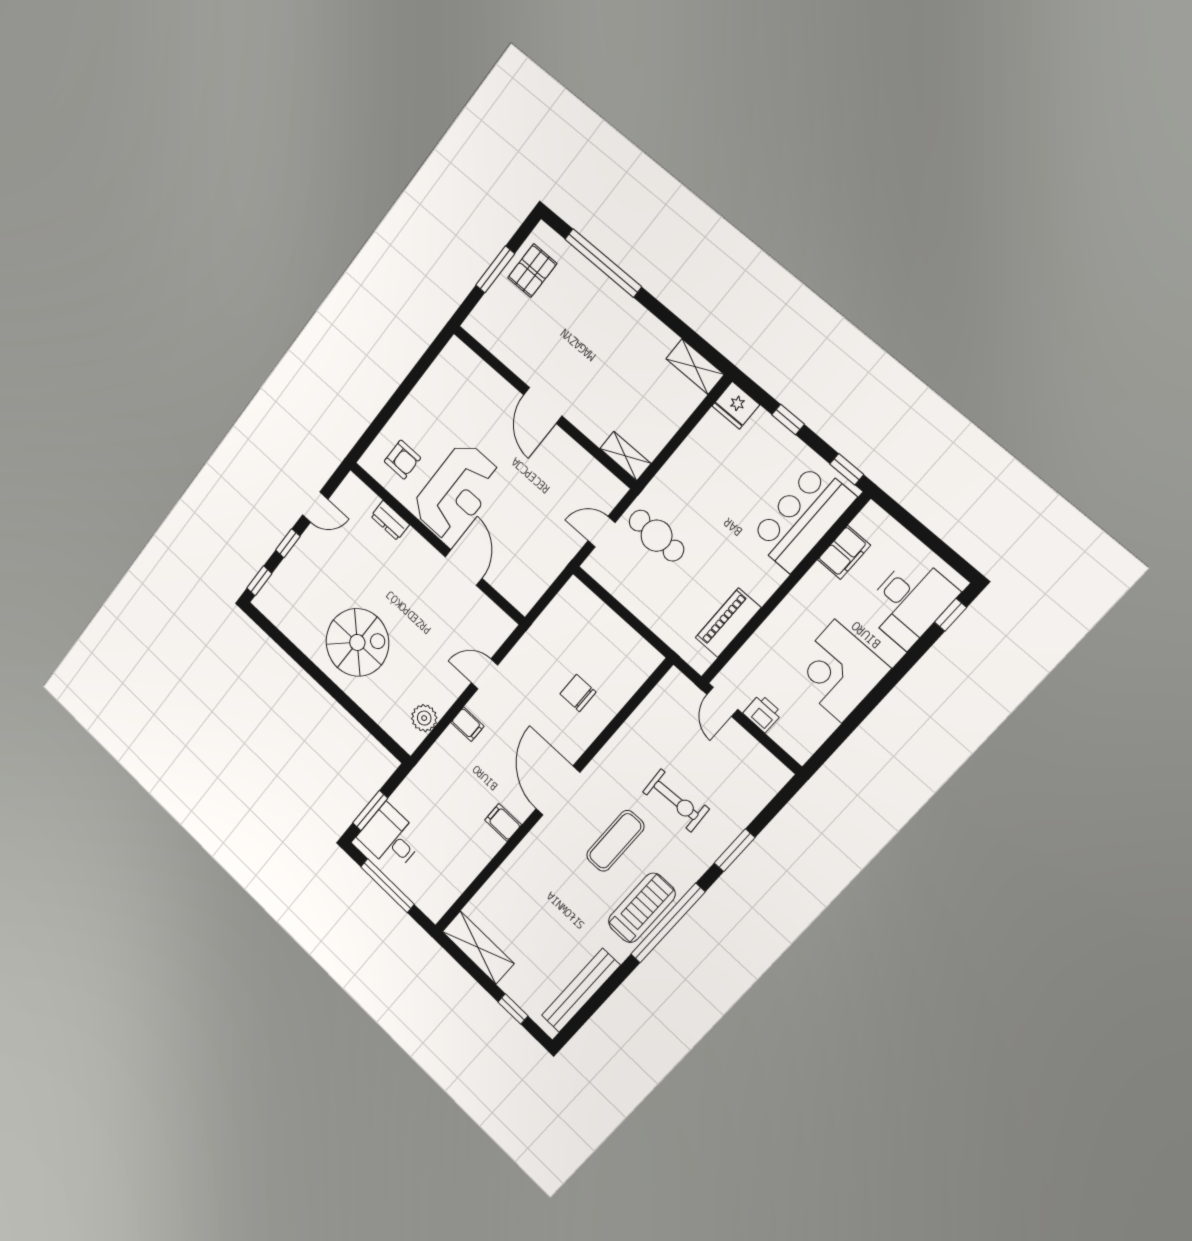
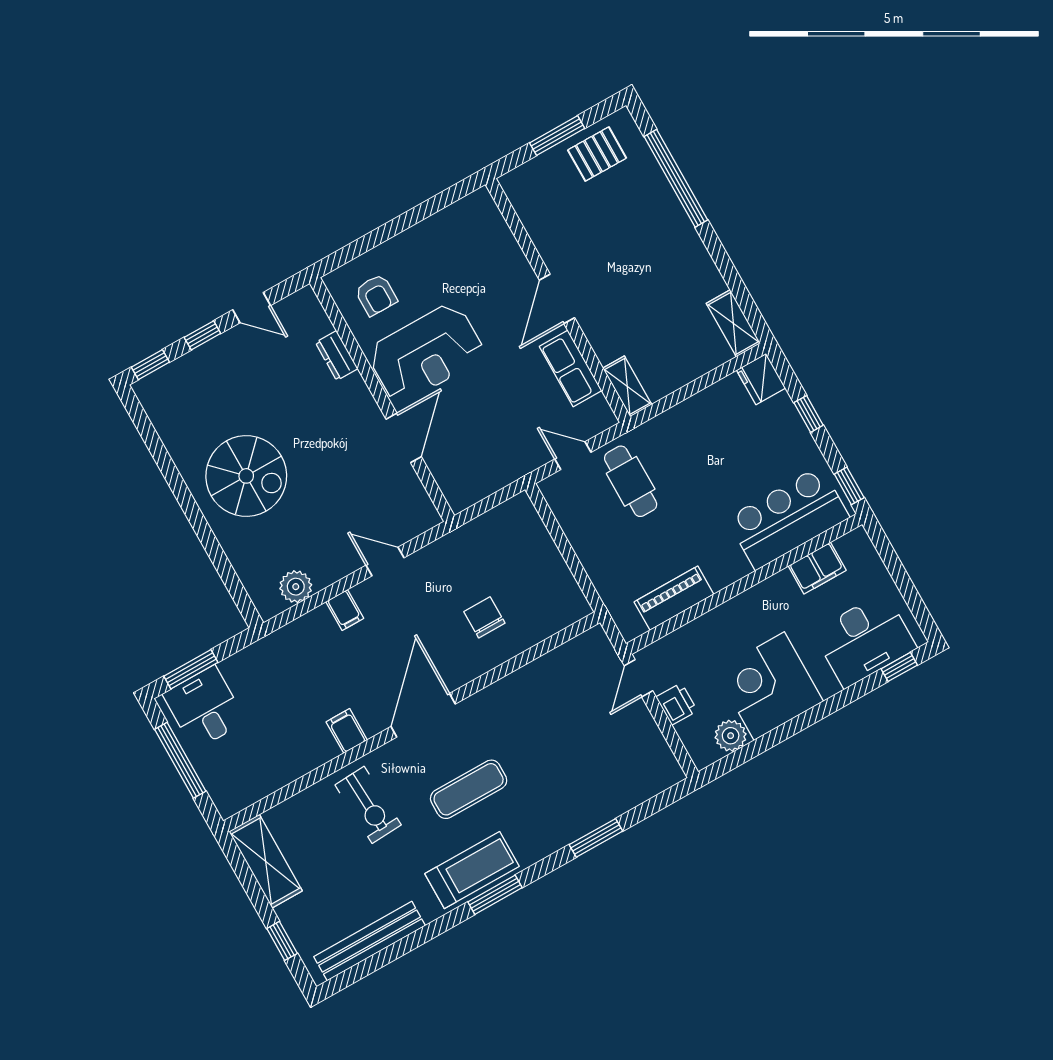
row of seats: (574, 459) -> (571, 369), added
plant: (819, 726) -> (731, 736), added
exercise bike: (676, 800) -> (368, 805), moved
window: (668, 923) -> (495, 895), width x0.47

